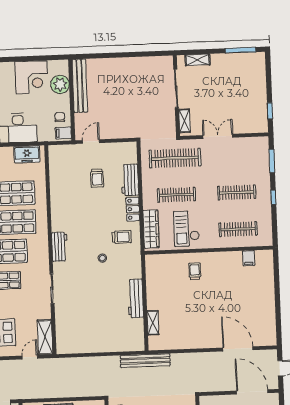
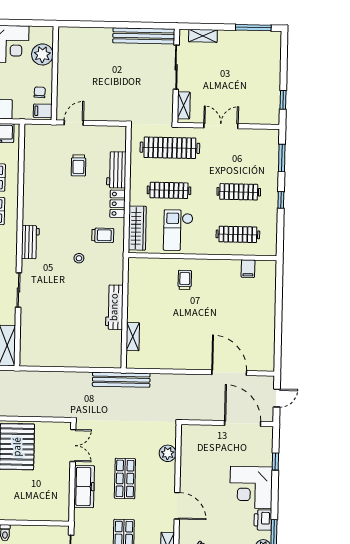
bench: (80, 86) -> (144, 36), moved, turned 90

